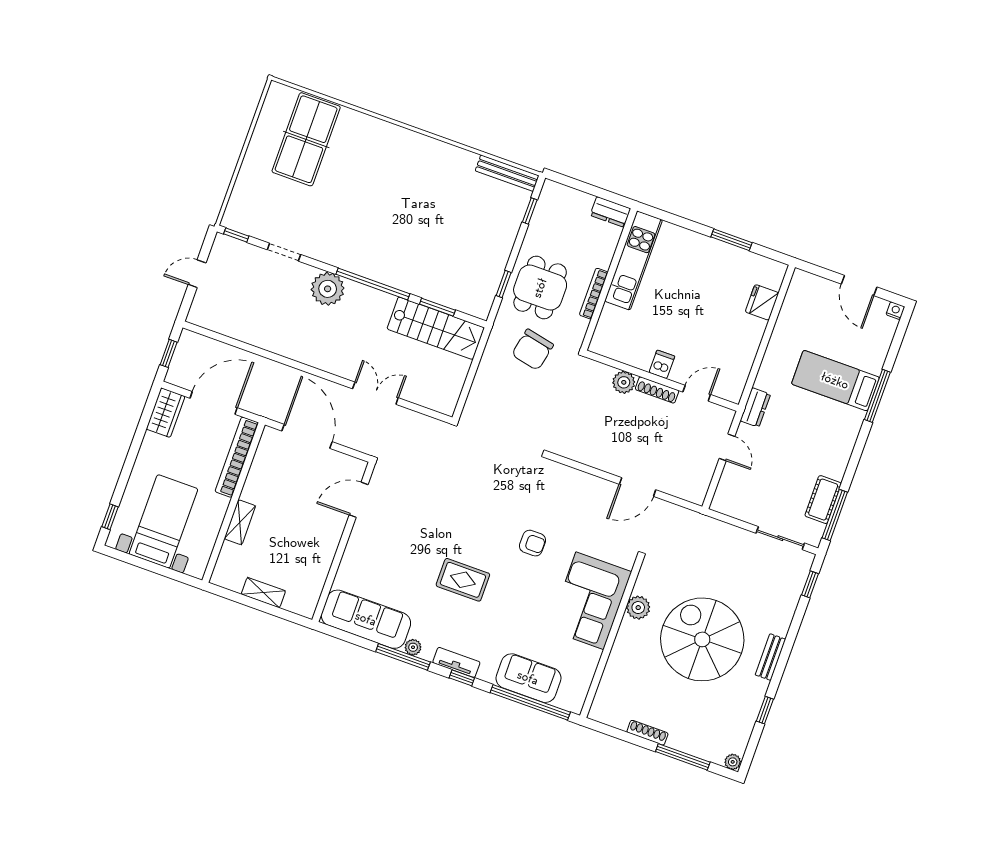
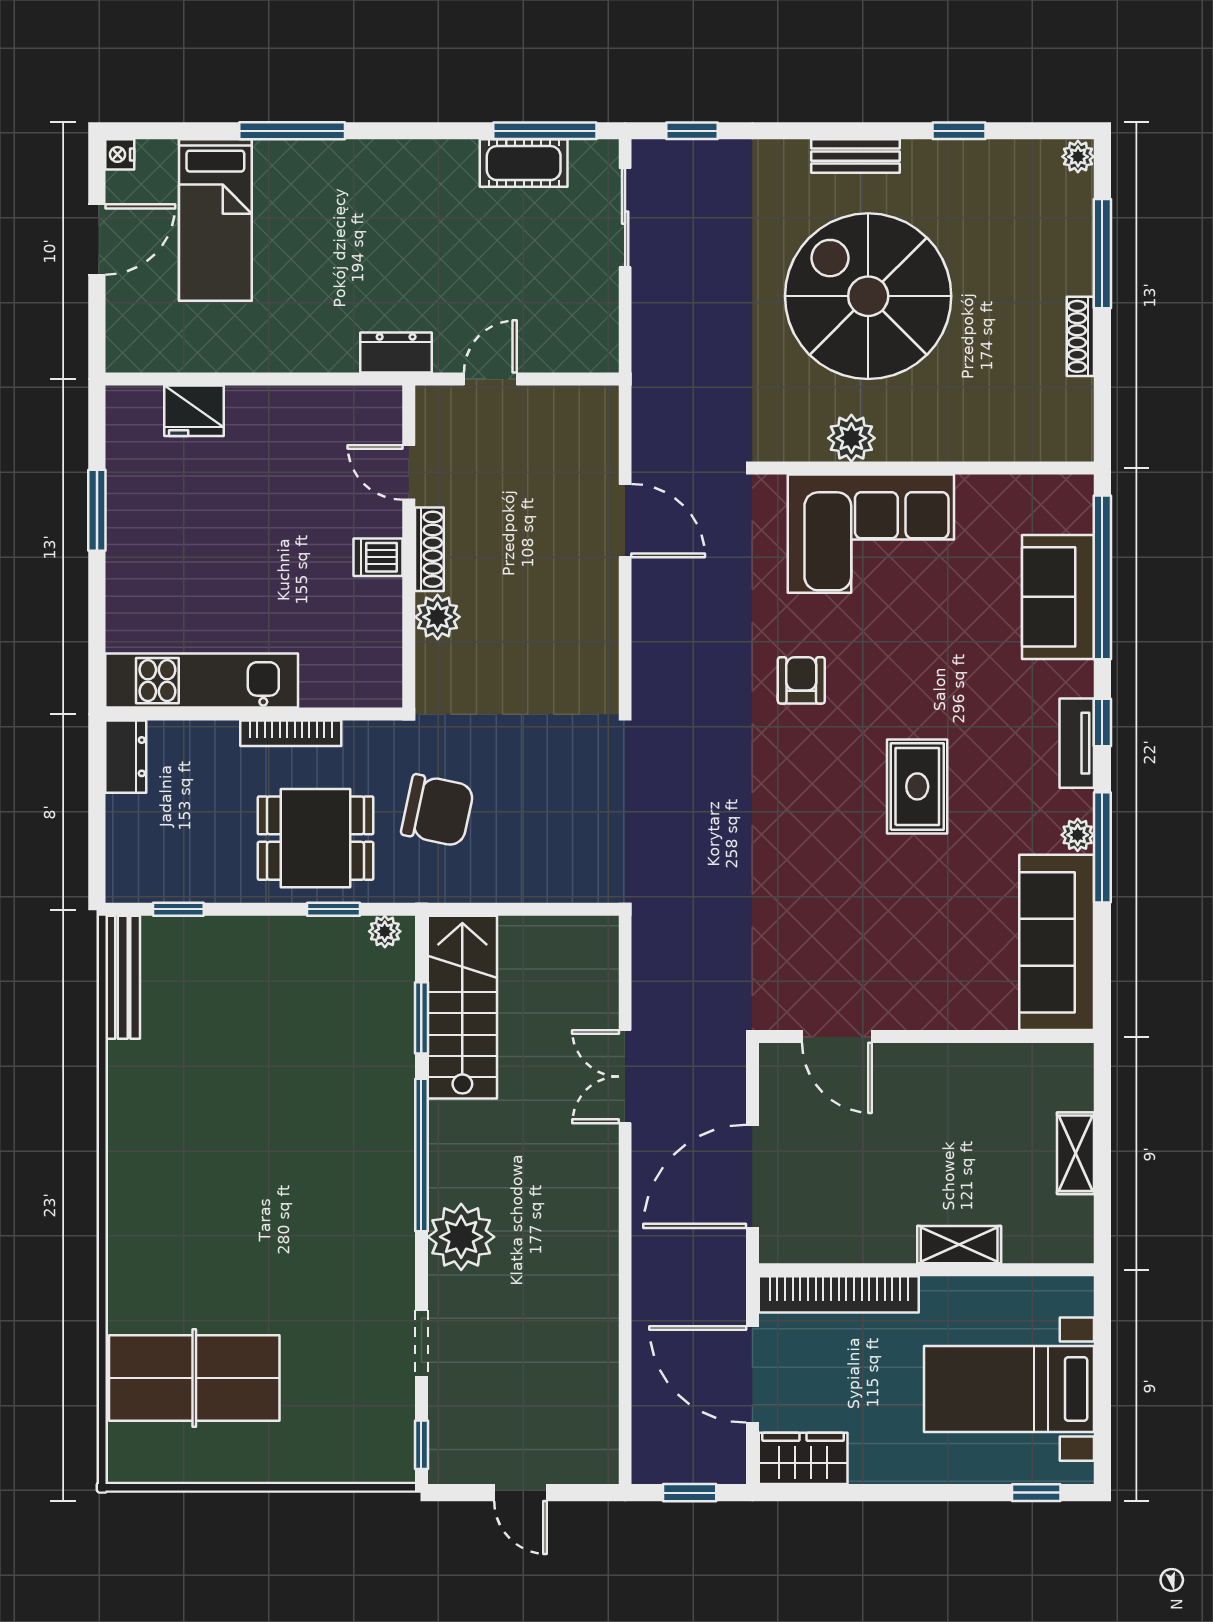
plant: (484, 304) -> (385, 931), added
bed: (835, 381) -> (215, 220), moved
spiral stairs: (702, 639) -> (868, 296), turned 90

